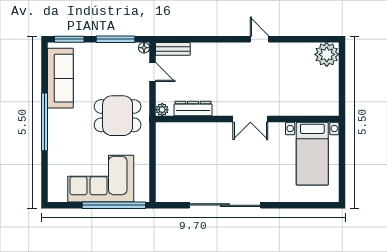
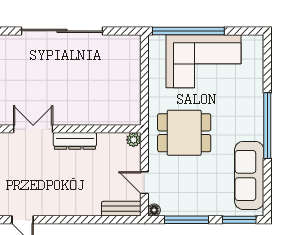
dresser: (193, 109) -> (75, 141), moved

